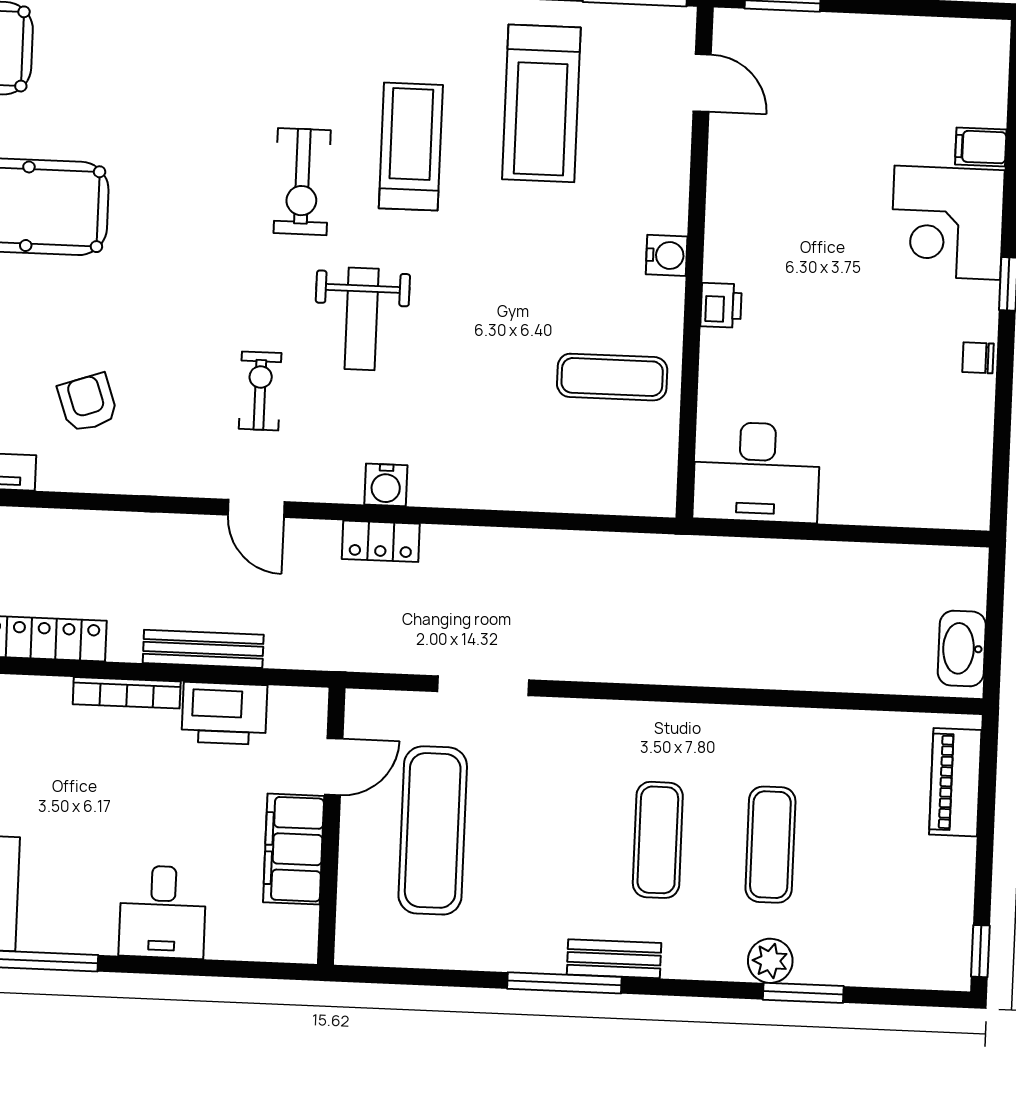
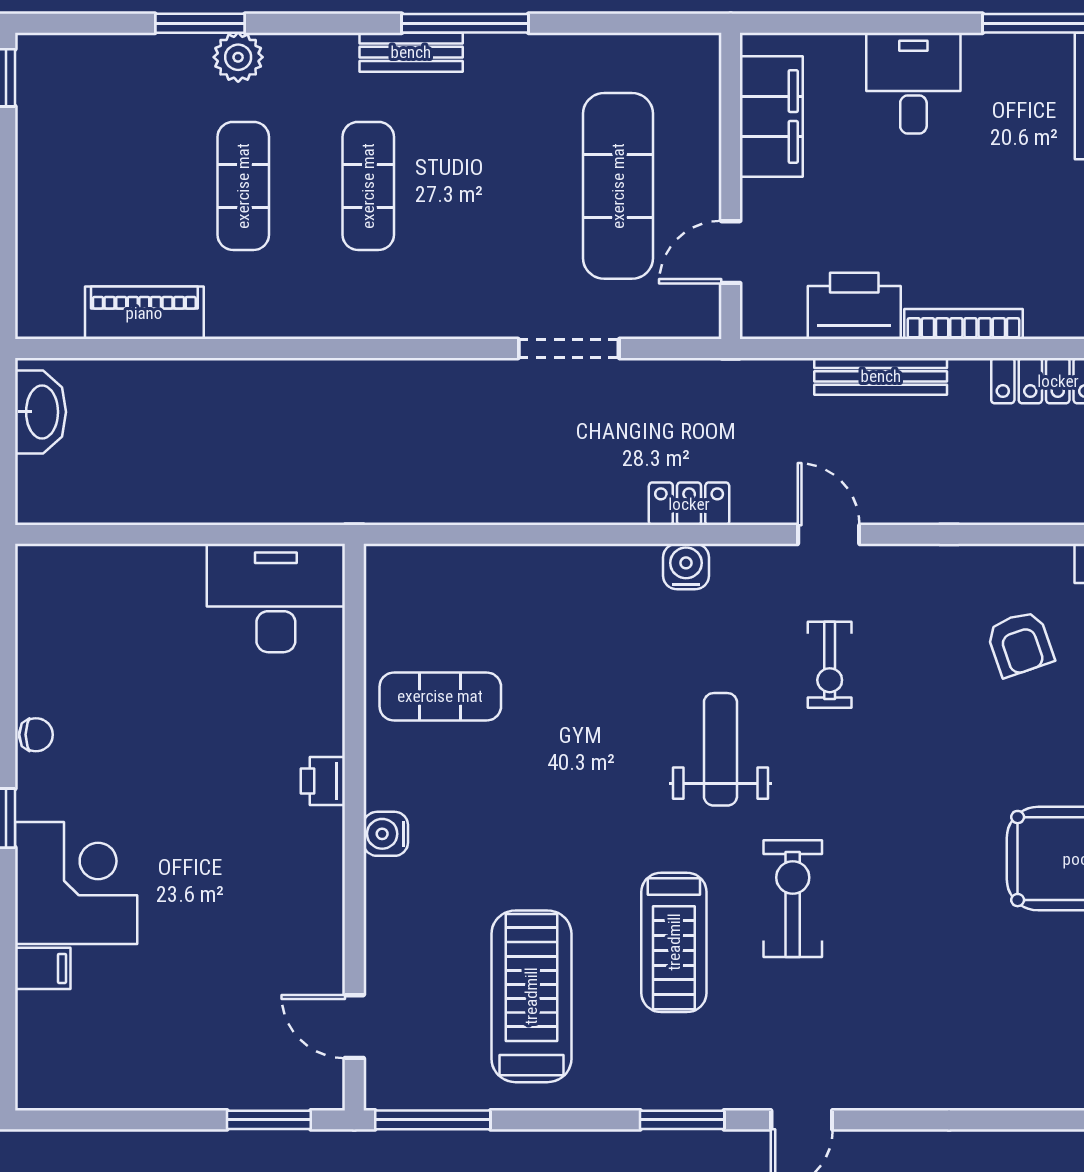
piano: (955, 782) -> (144, 313), moved, turned -90
filing cabinet: (294, 849) -> (771, 116), moved

